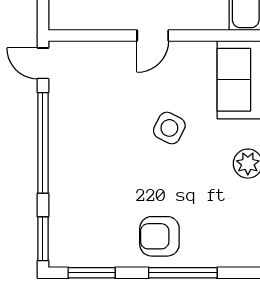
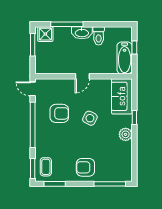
armchair: (102, 117) -> (59, 113), added
coffee table: (72, 235) -> (46, 167), added
window: (183, 273) -> (110, 184), moved

